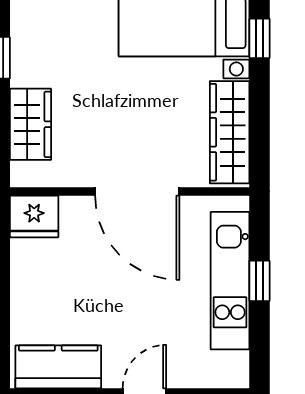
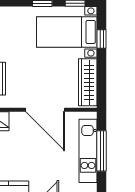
window: (259, 281) -> (102, 151), width x2.17

